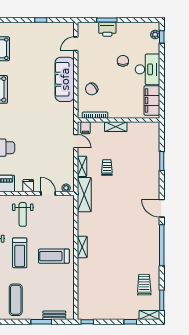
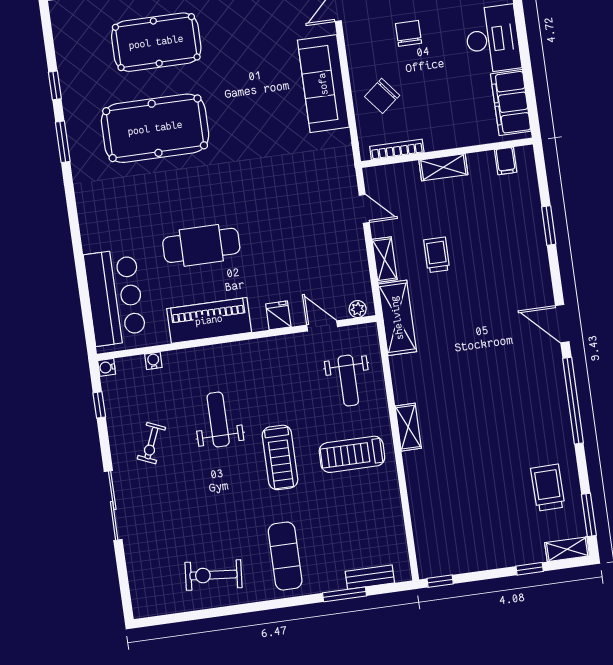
chair: (123, 61) -> (409, 33), moved
filing cabinet: (85, 128) -> (506, 161), moved
weight bench: (23, 214) -> (348, 381), moved

